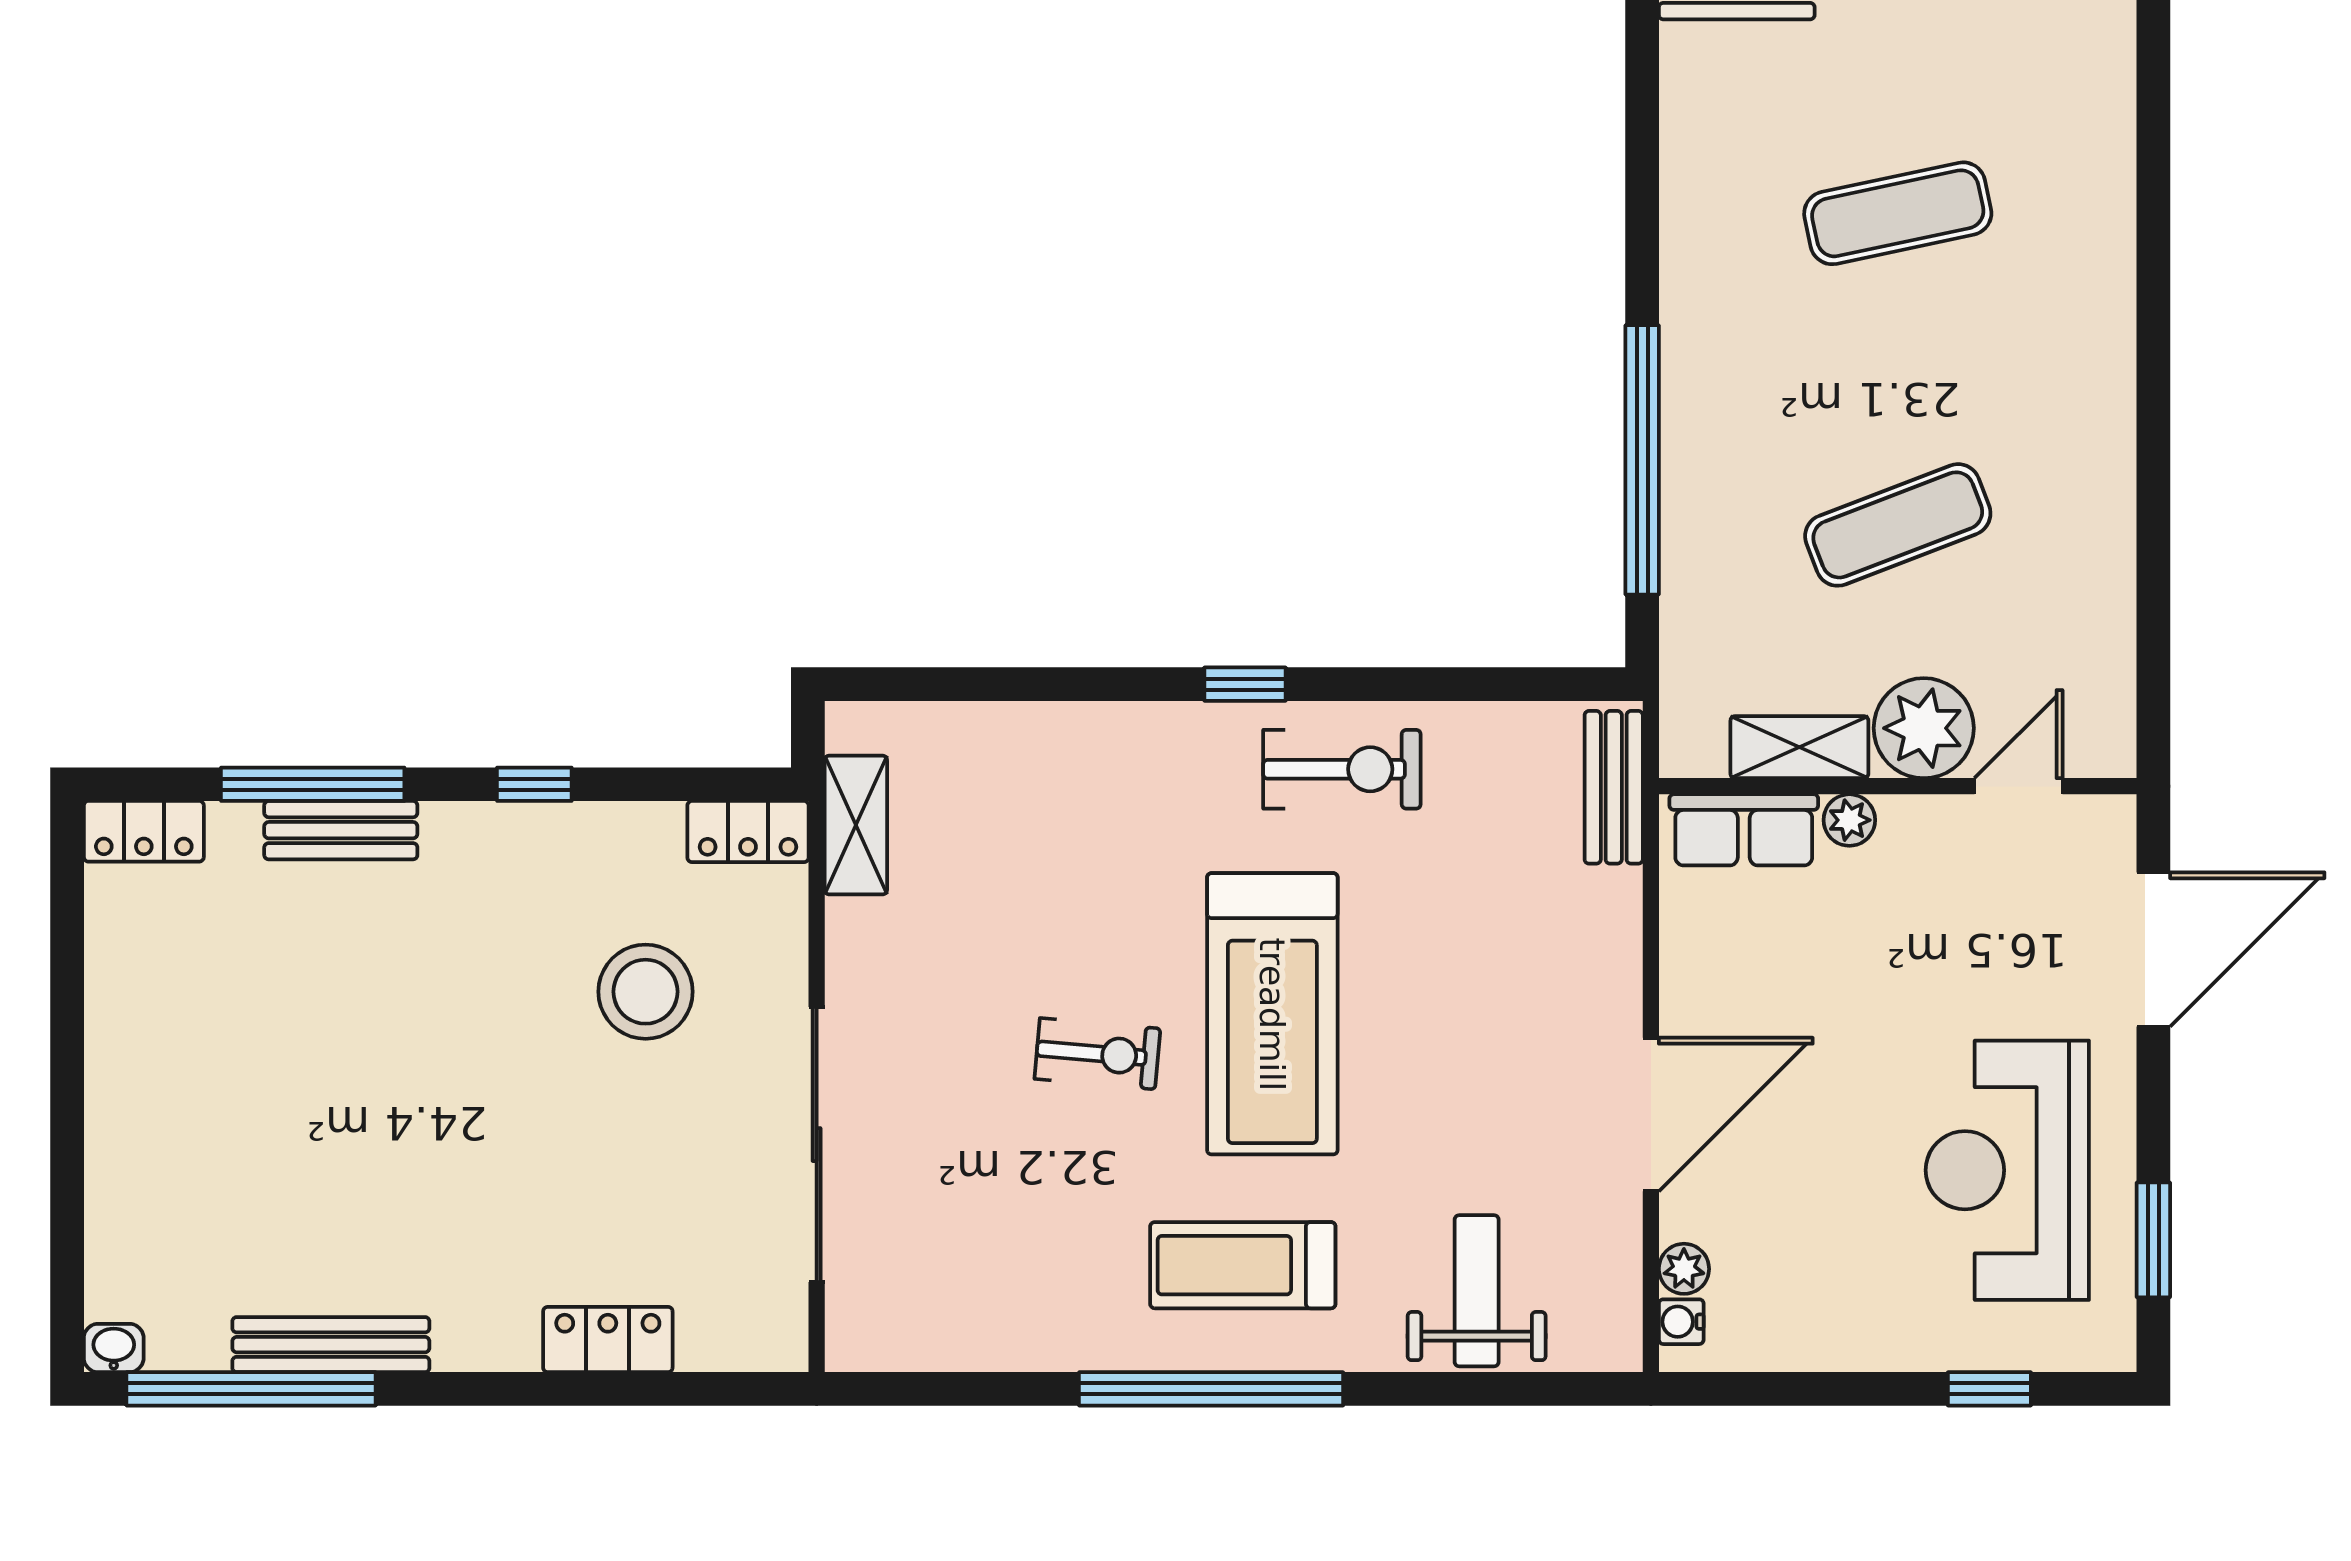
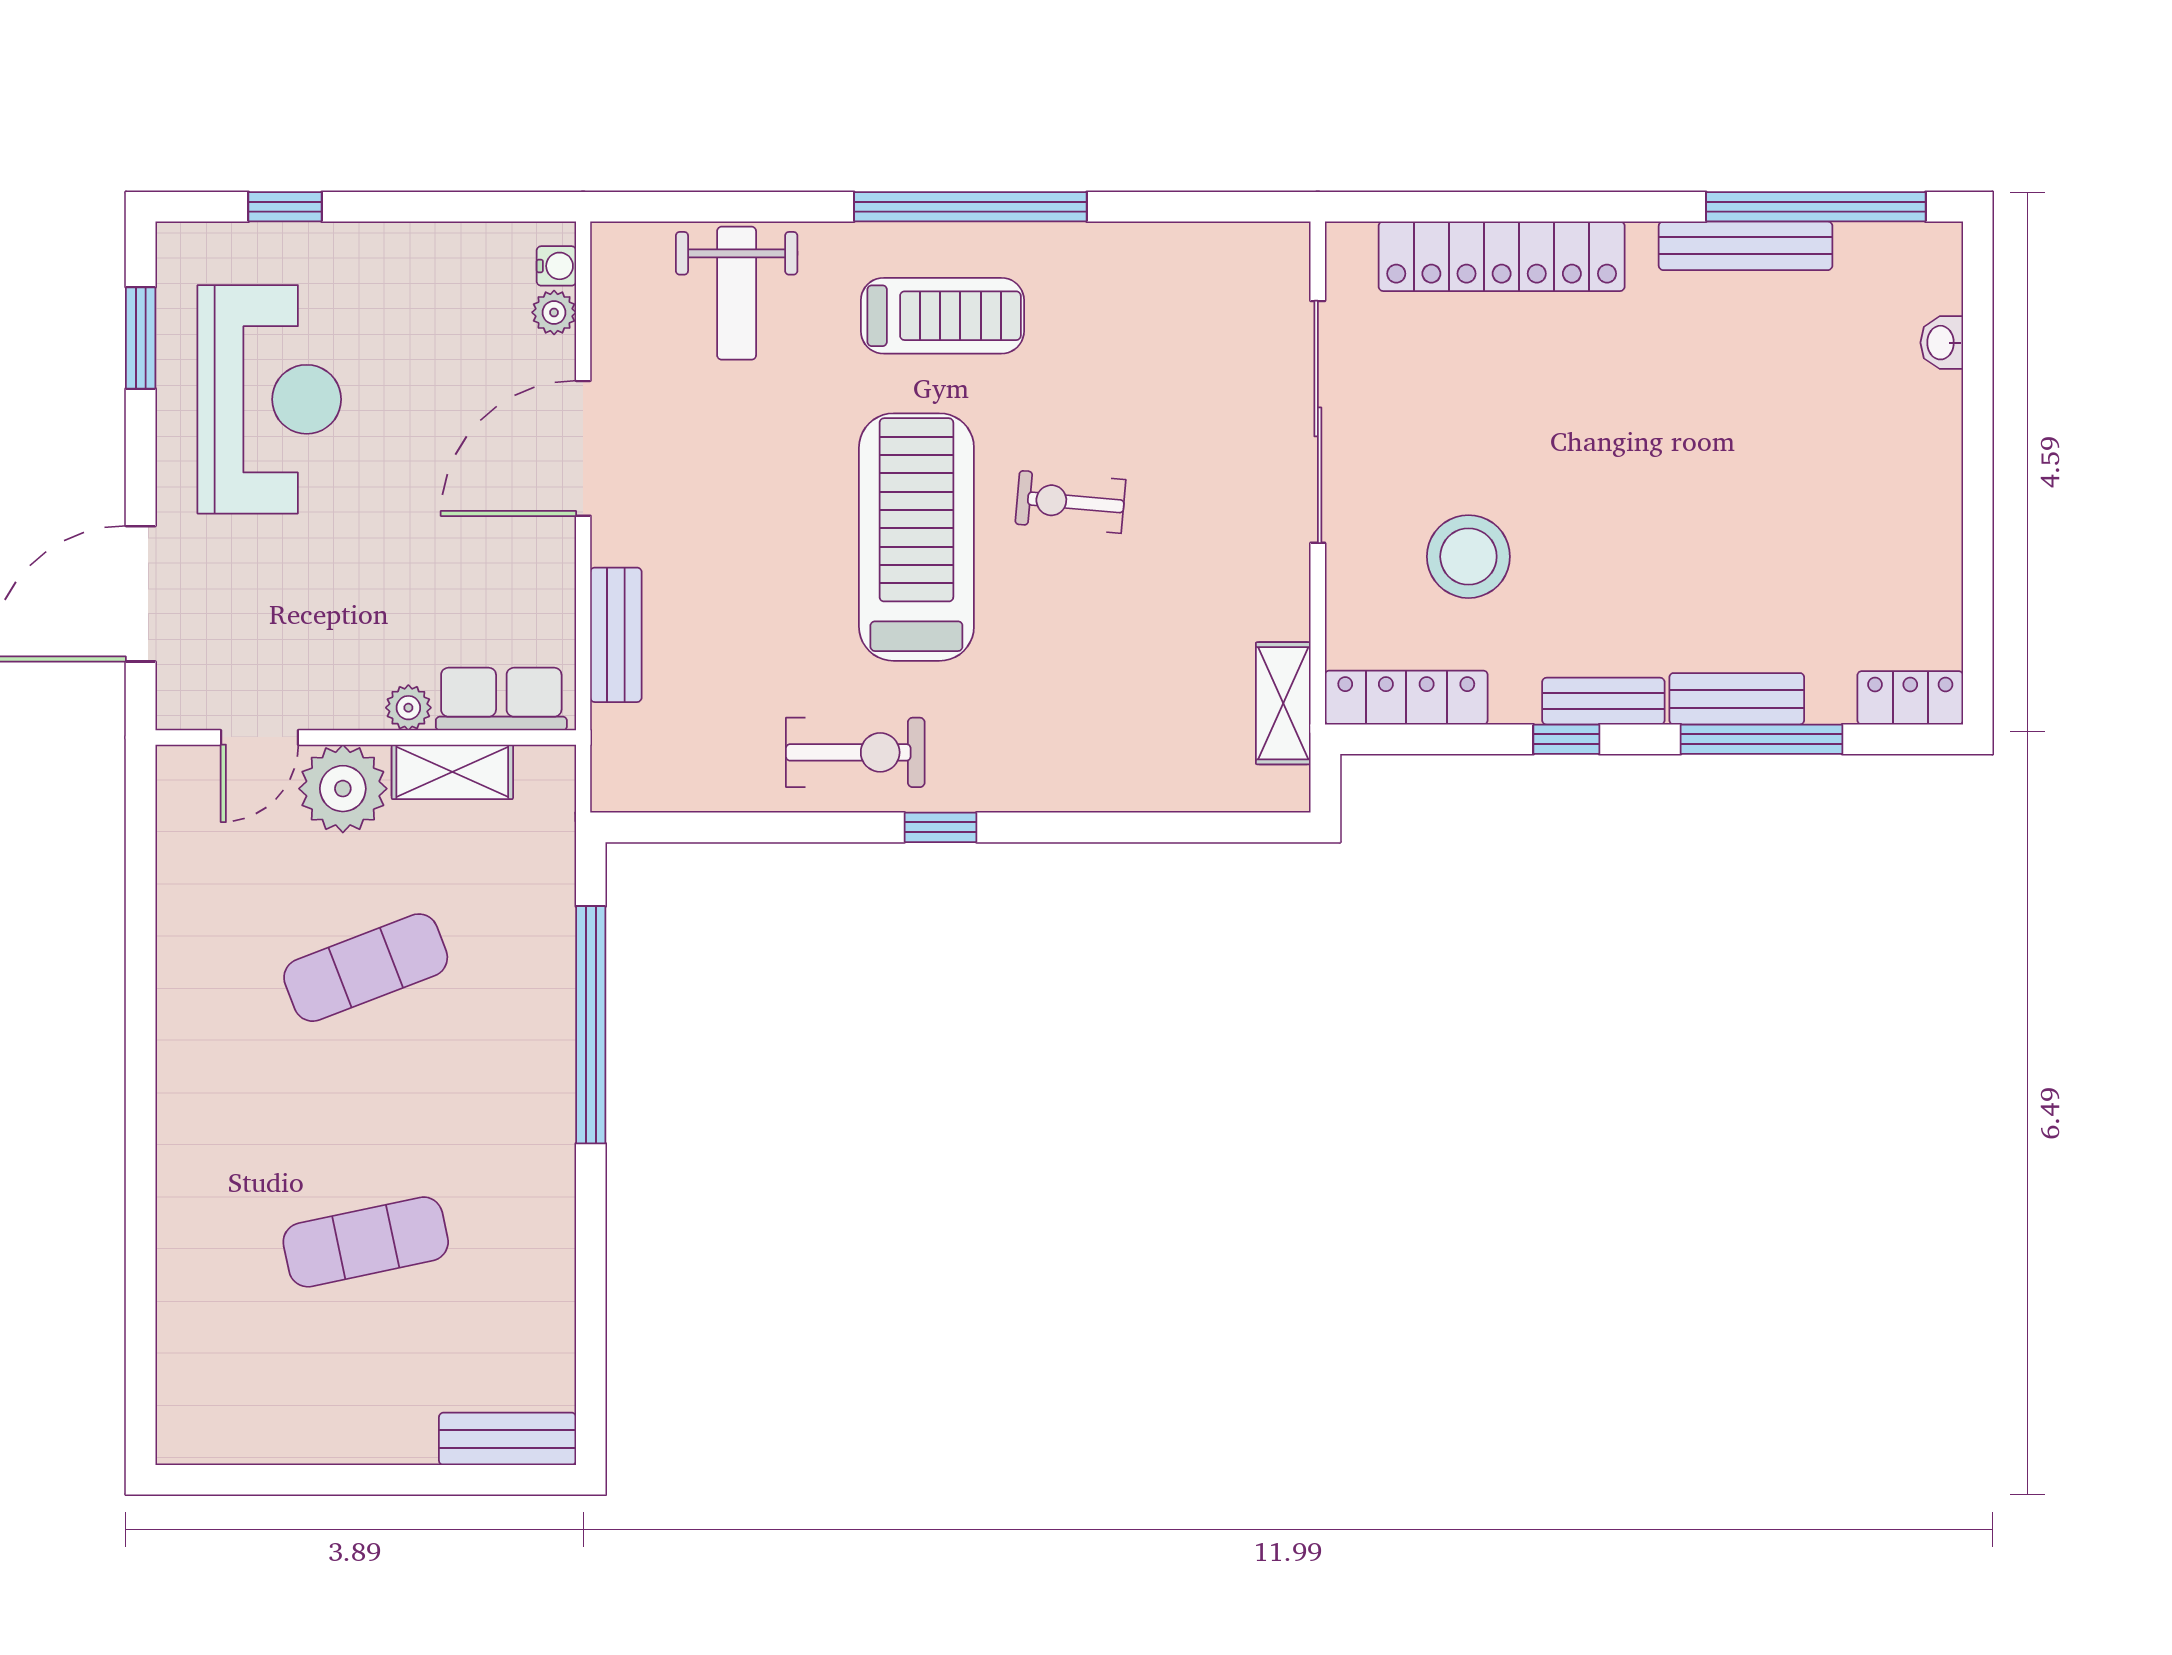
exercise bike: (1342, 769) -> (855, 752), turned 180
bench: (1614, 787) -> (616, 635), moved
bench: (492, 827) -> (1603, 701), added
locker: (748, 832) -> (1406, 698), width x1.53
locker: (608, 1340) -> (1502, 256), width x2.16, depth x1.21
washbasin: (114, 1348) -> (1942, 343), moved, turned 90

